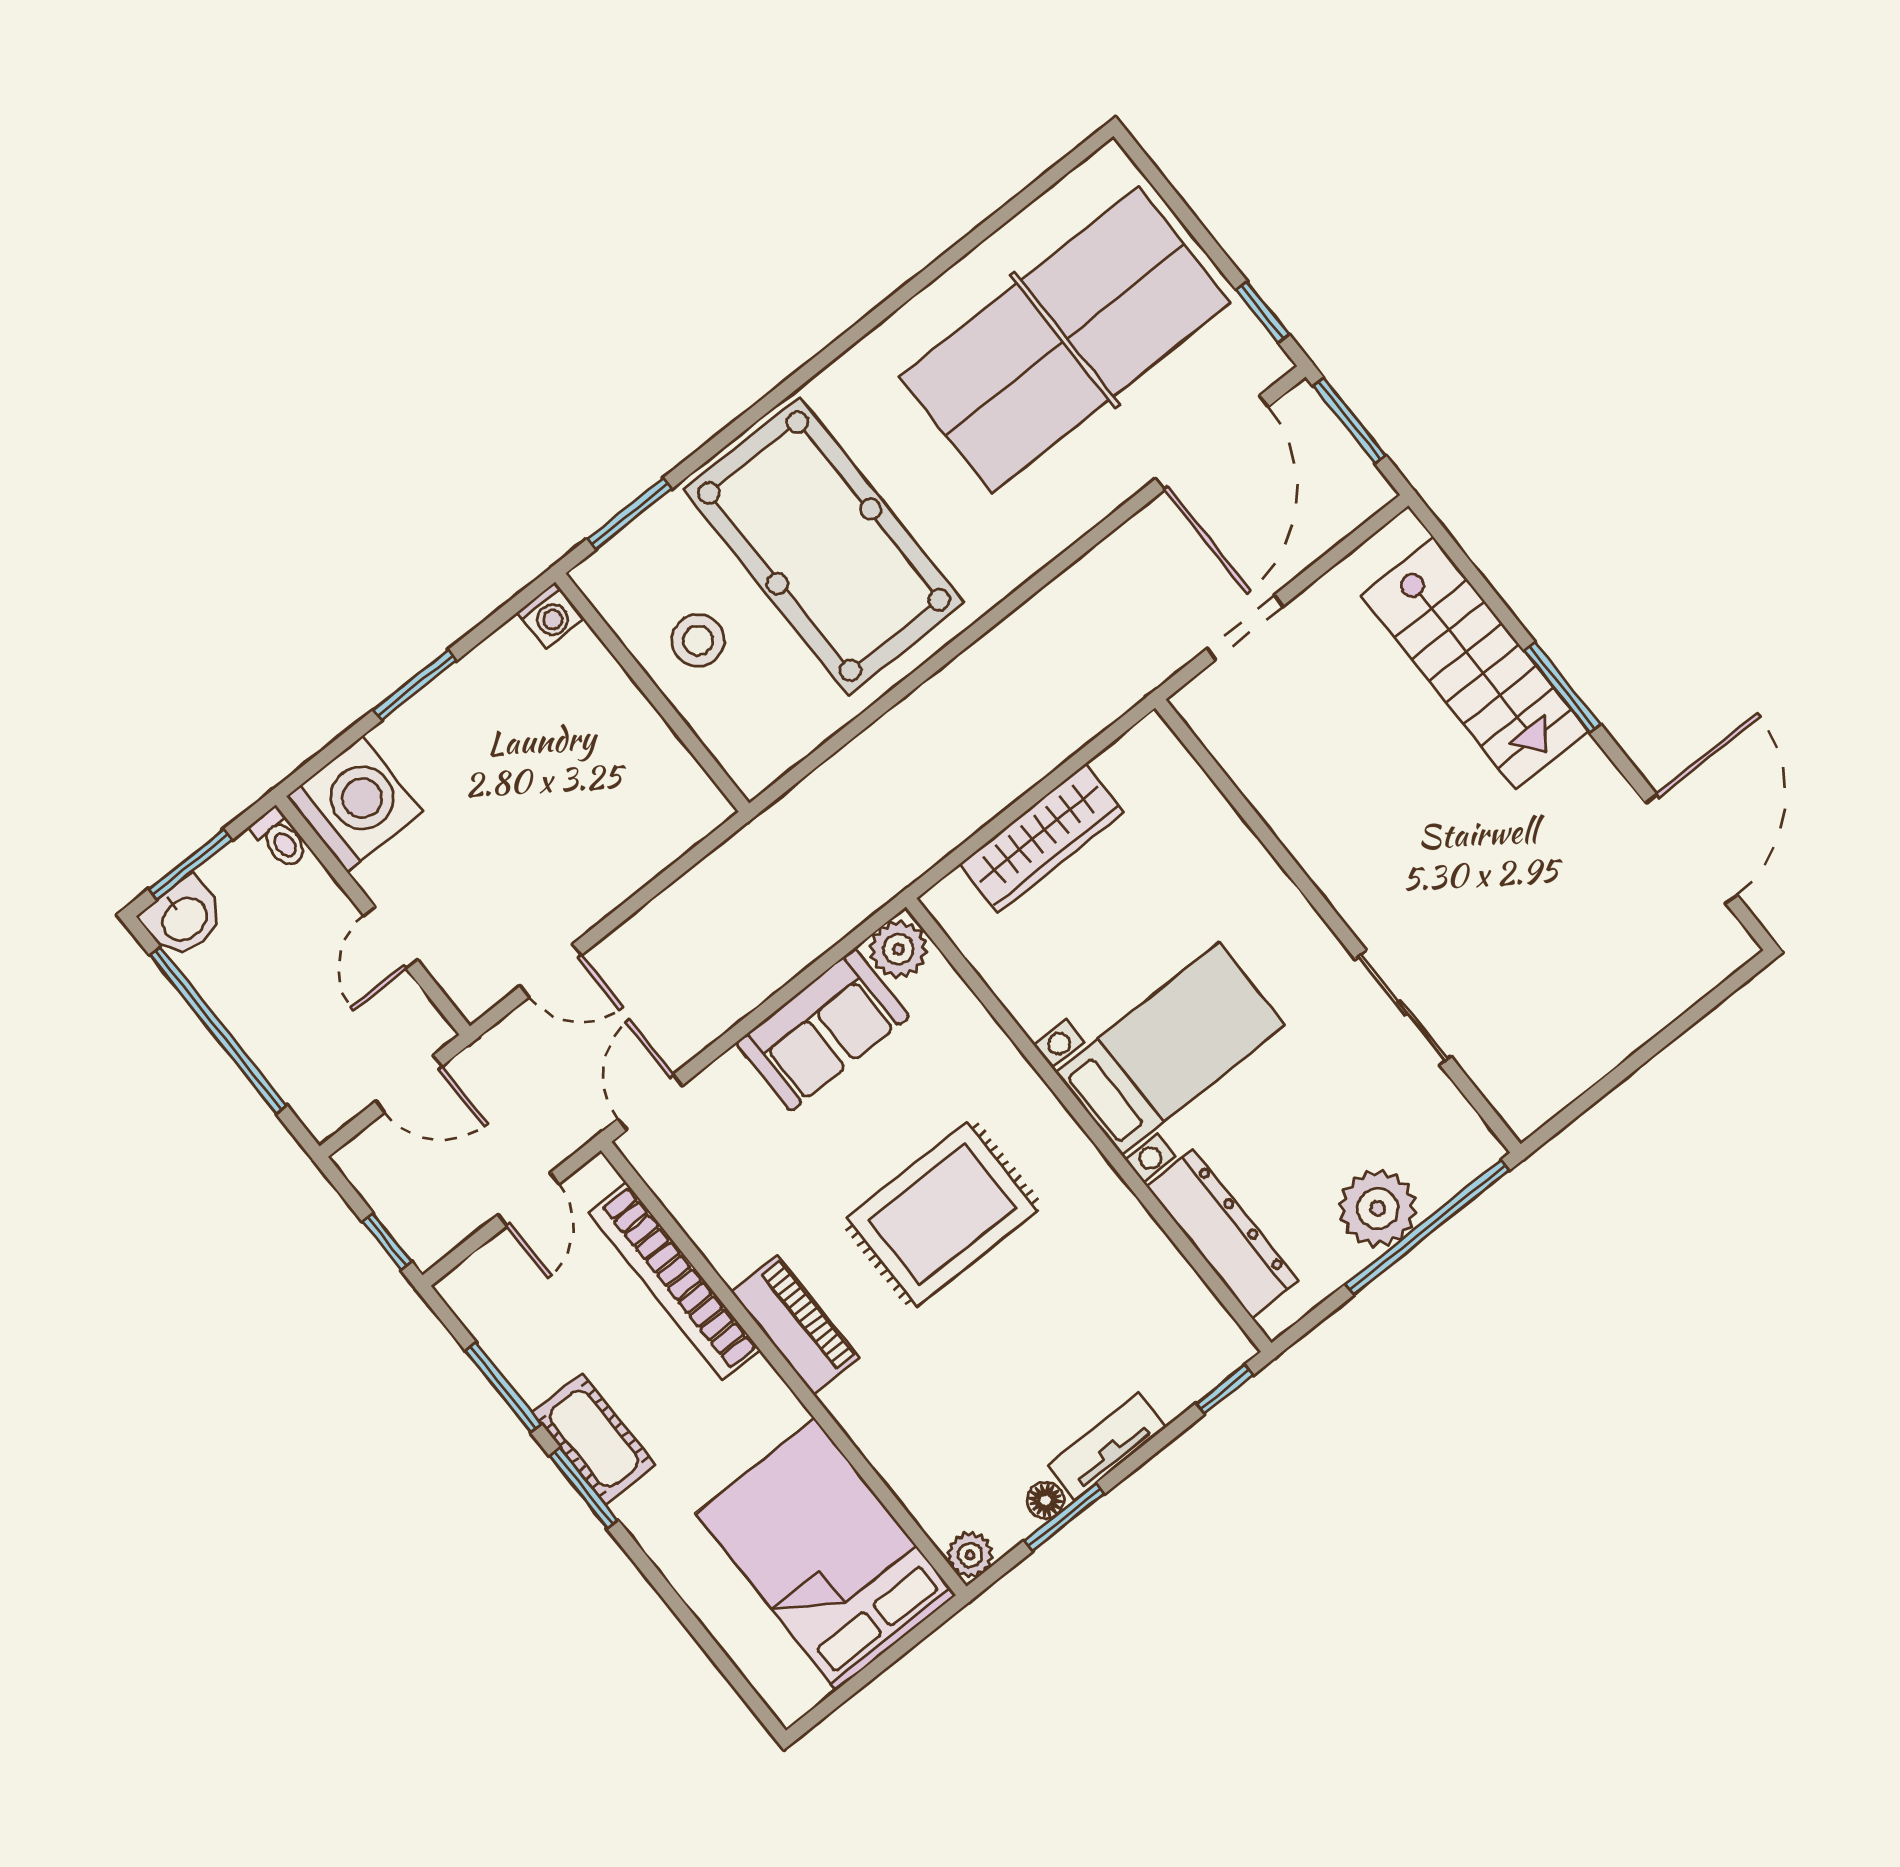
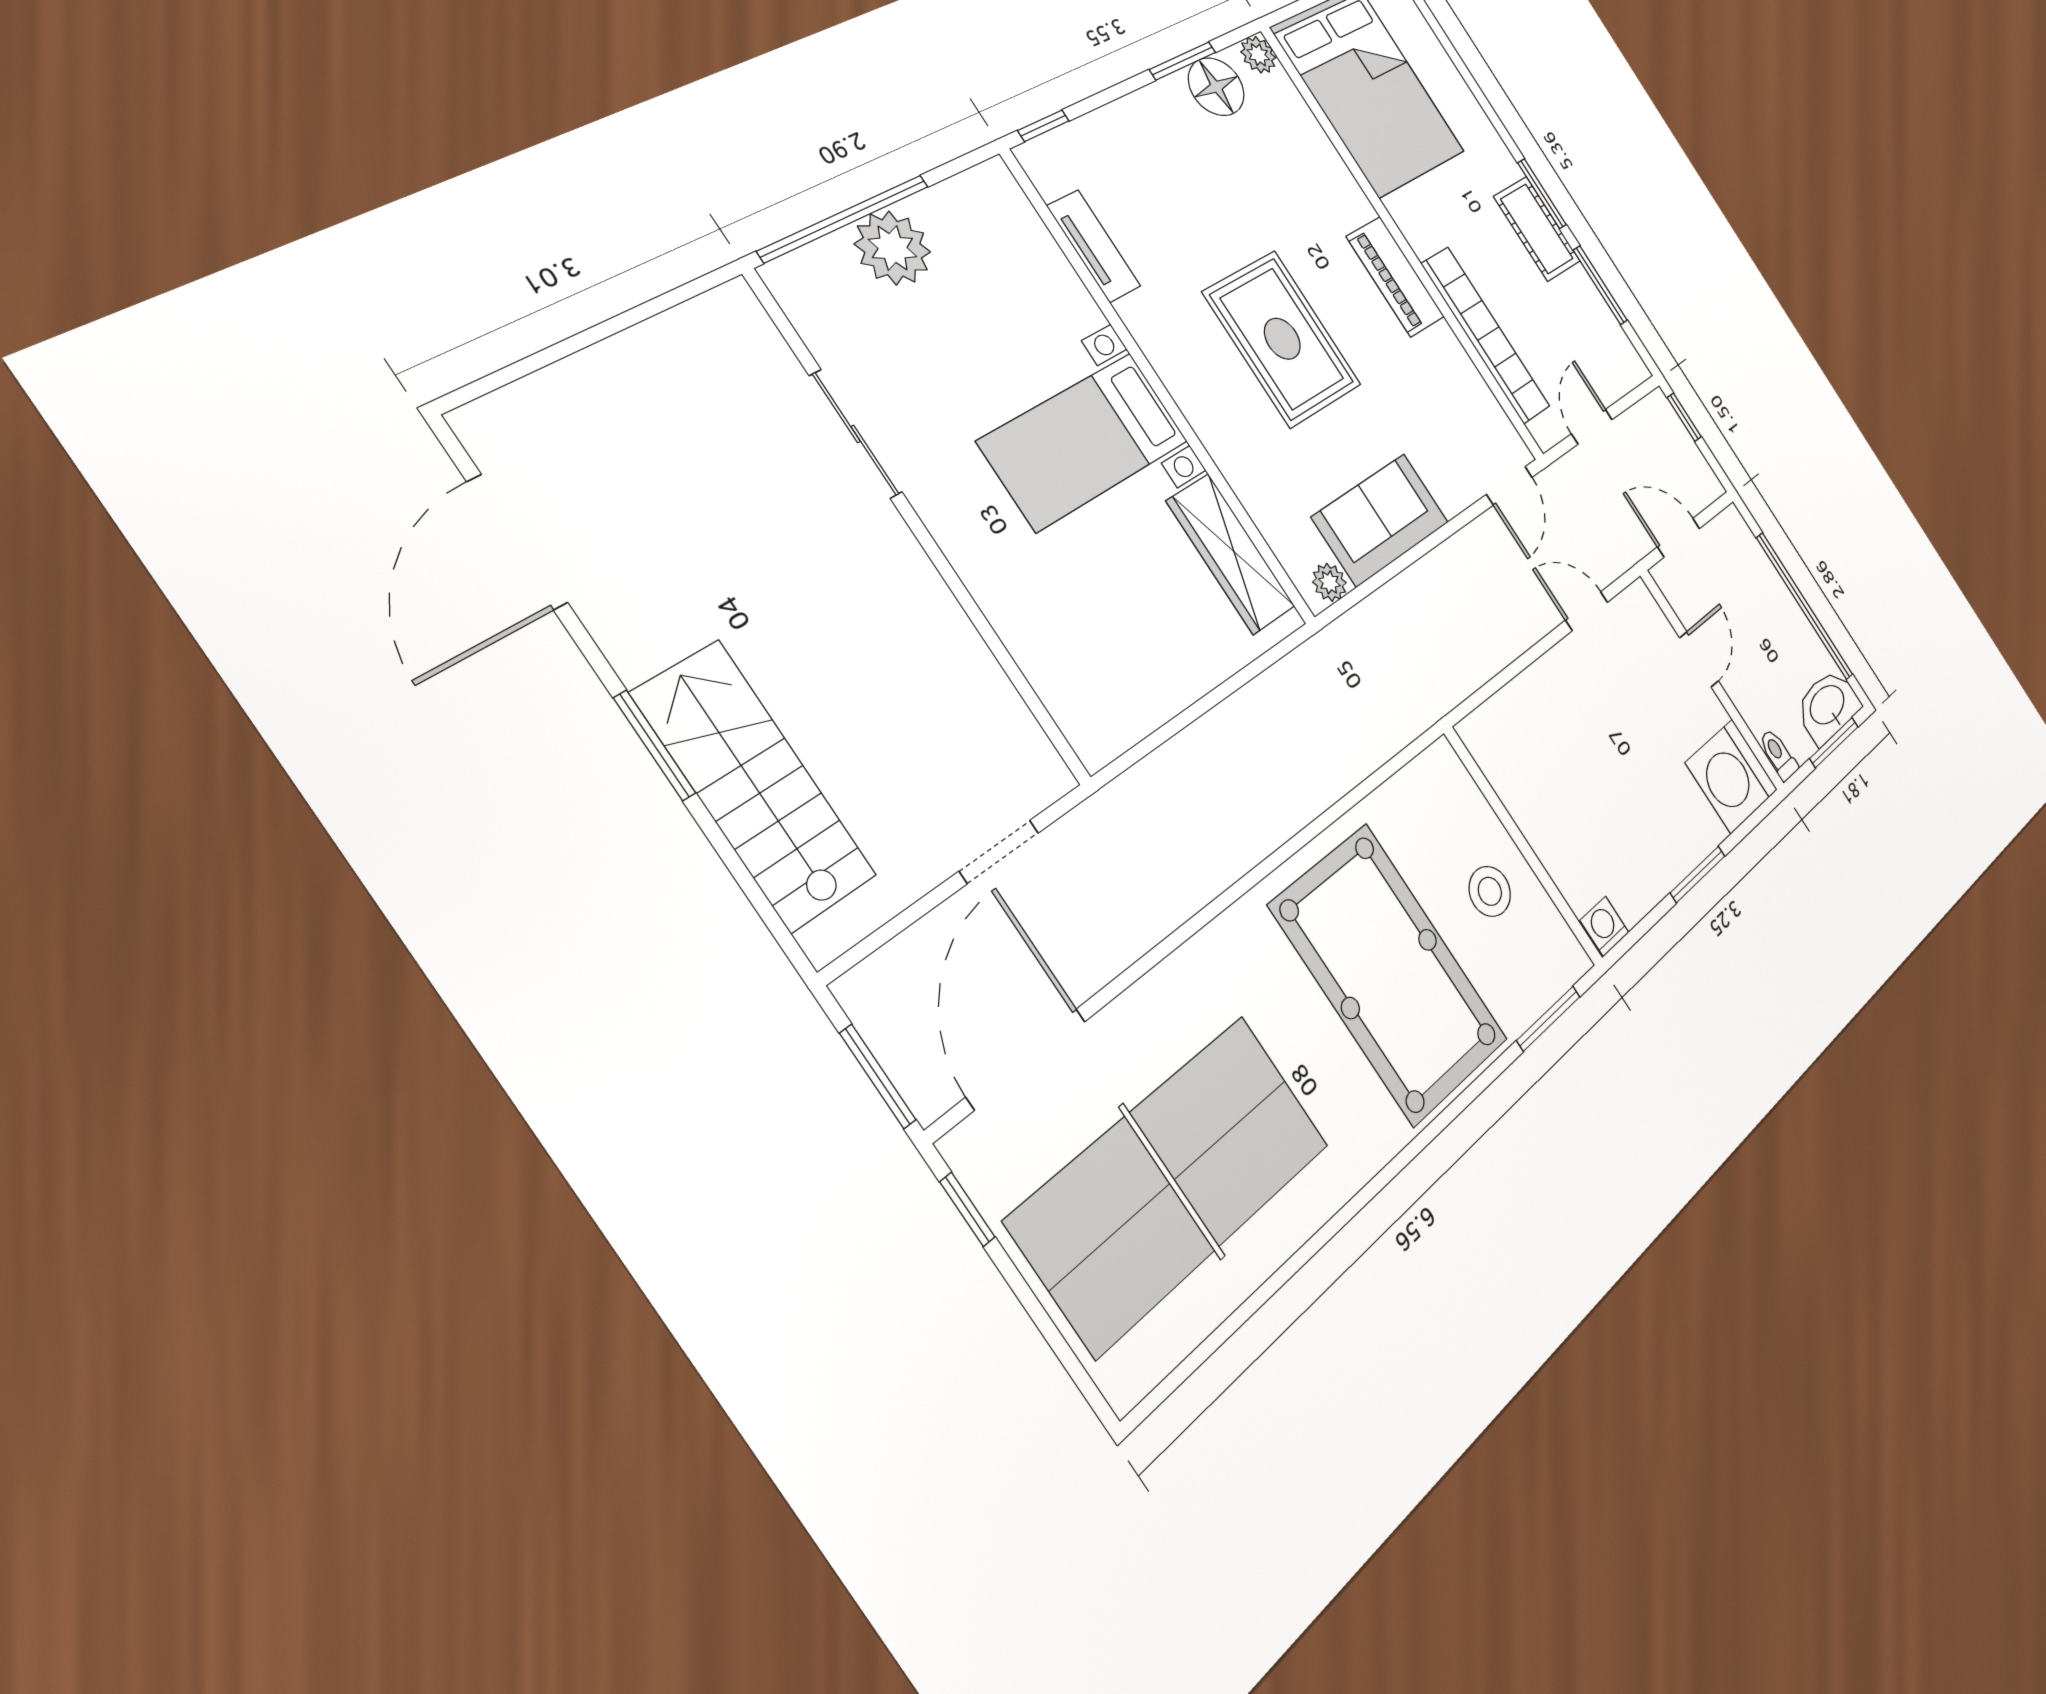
wardrobe: (1042, 838) -> (1231, 554), moved, turned -90
washbasin: (184, 918) -> (1828, 706), width x1.38
plant: (898, 949) -> (1329, 582), width x0.73, depth x0.73
rug: (942, 1214) -> (1282, 339), turned 90
dresser: (1222, 1234) -> (1041, 262), removed
tv unit: (1106, 1446) -> (1094, 246), moved, turned -90
floor lamp: (1046, 1500) -> (1216, 87), width x1.89, depth x1.89

